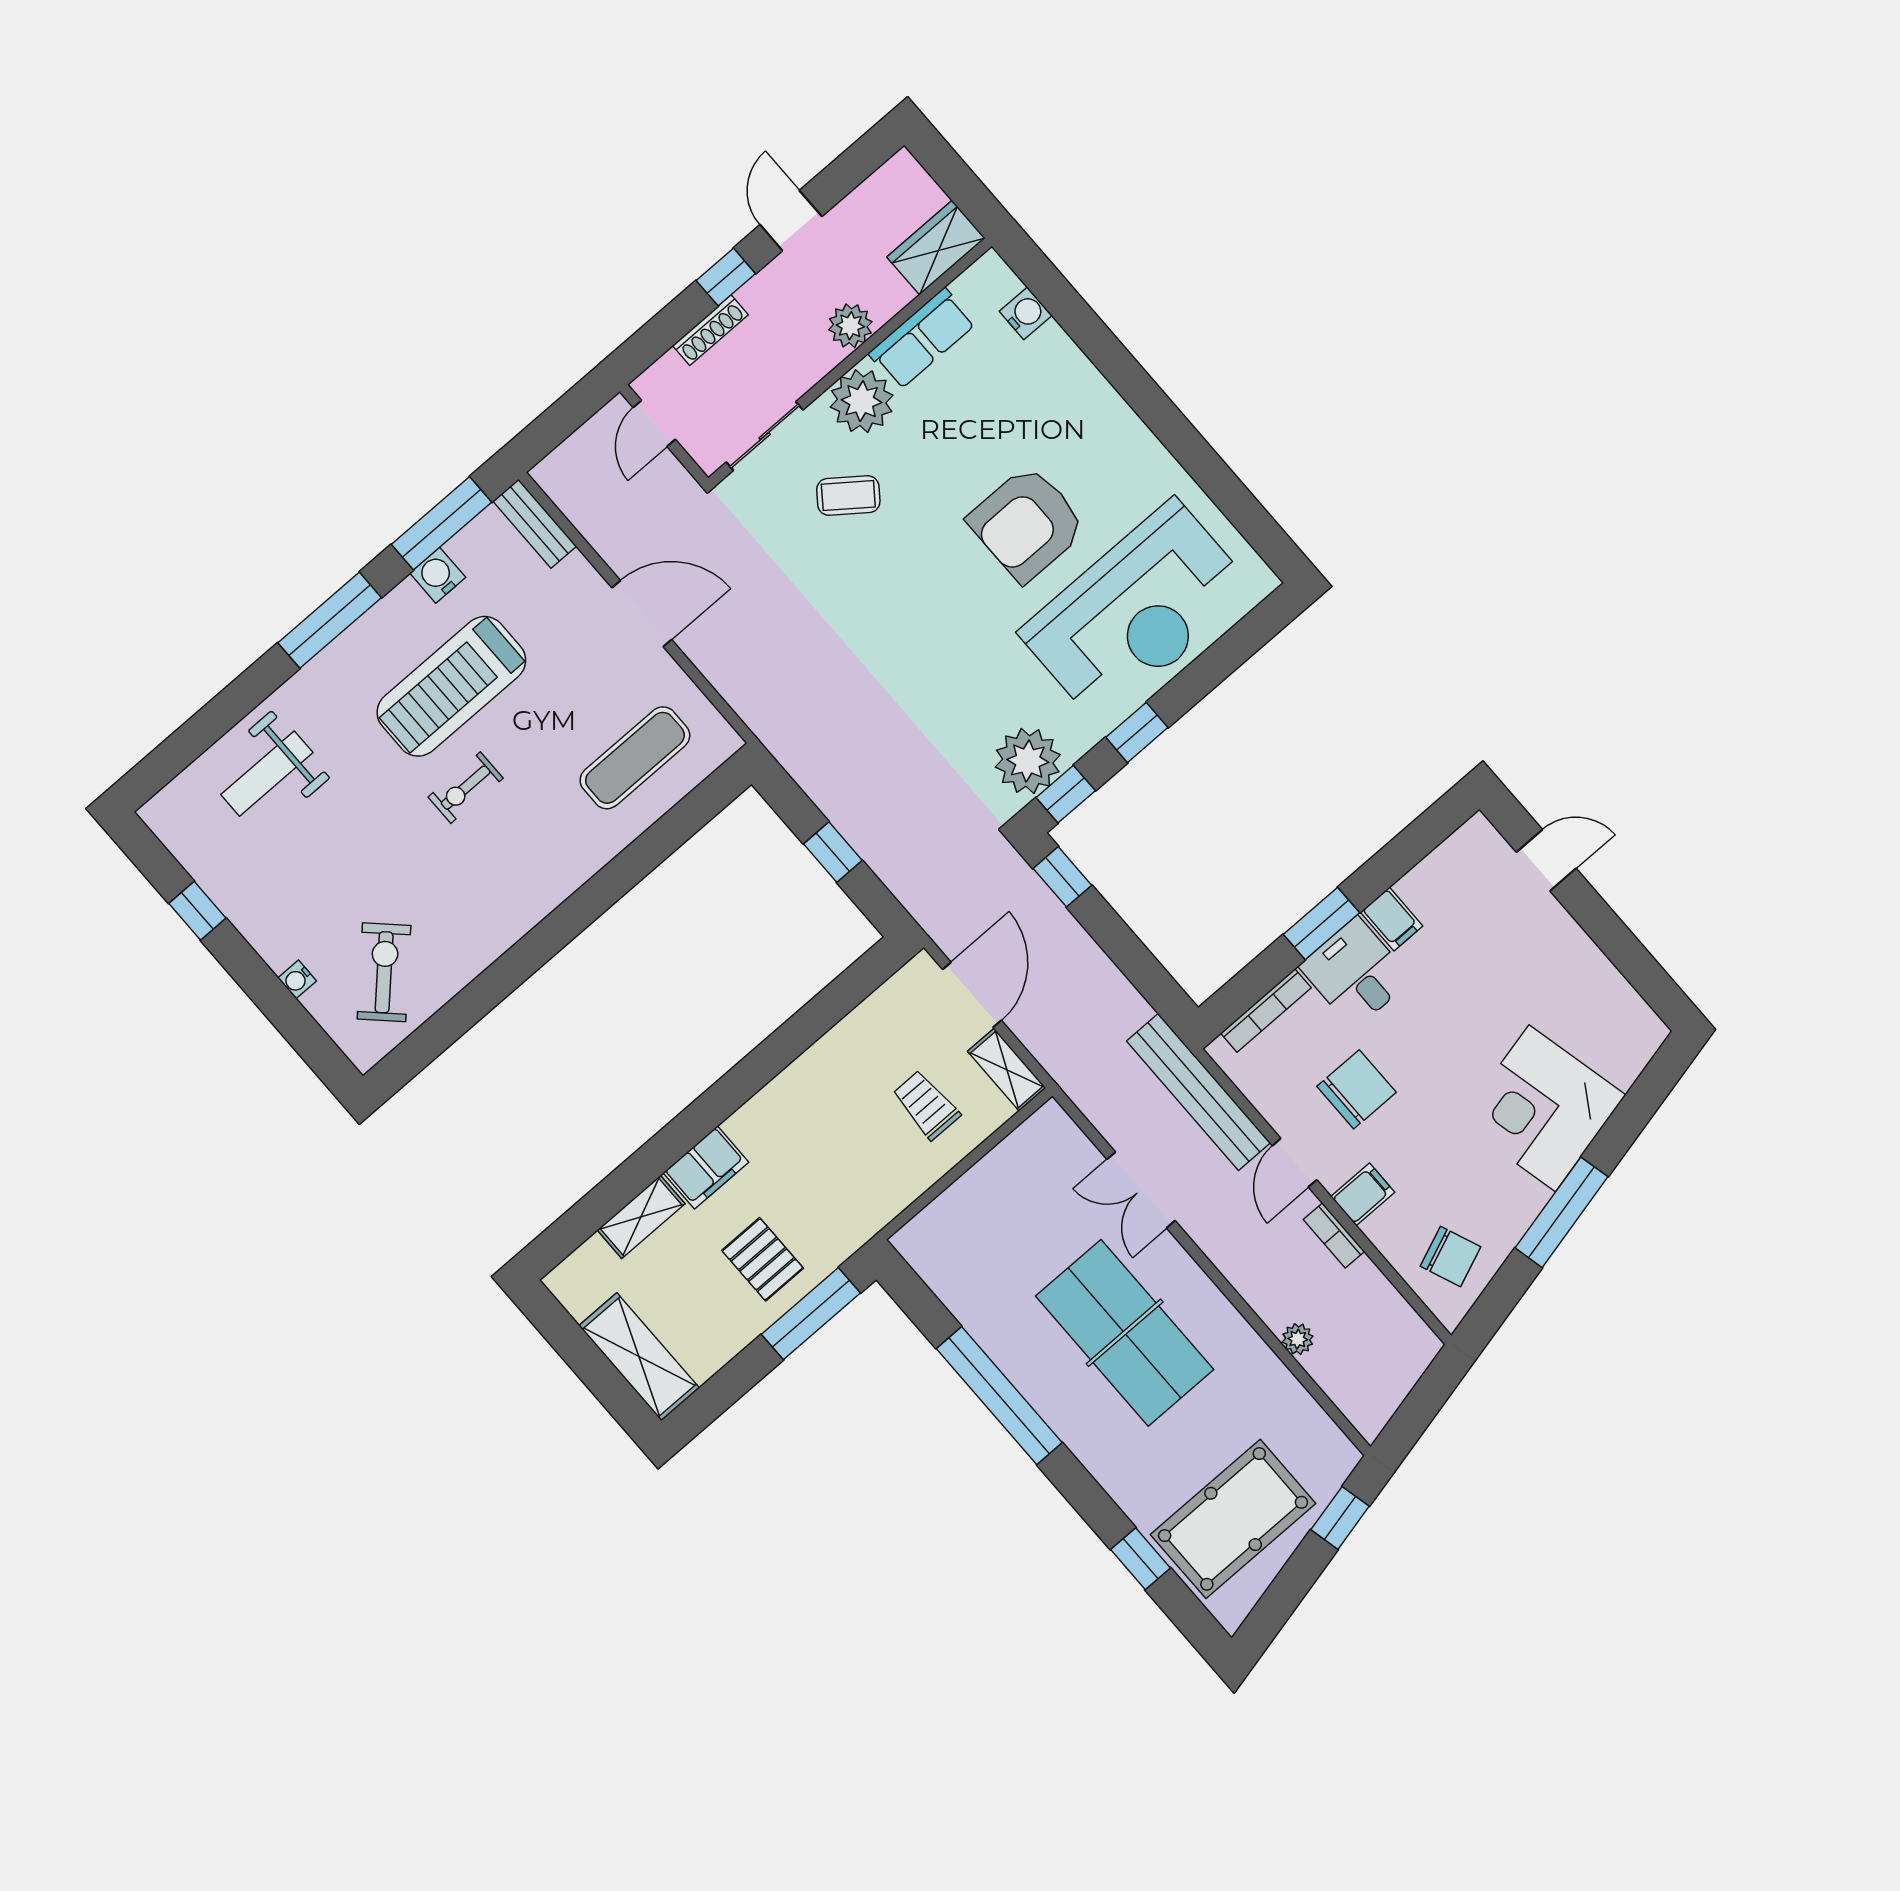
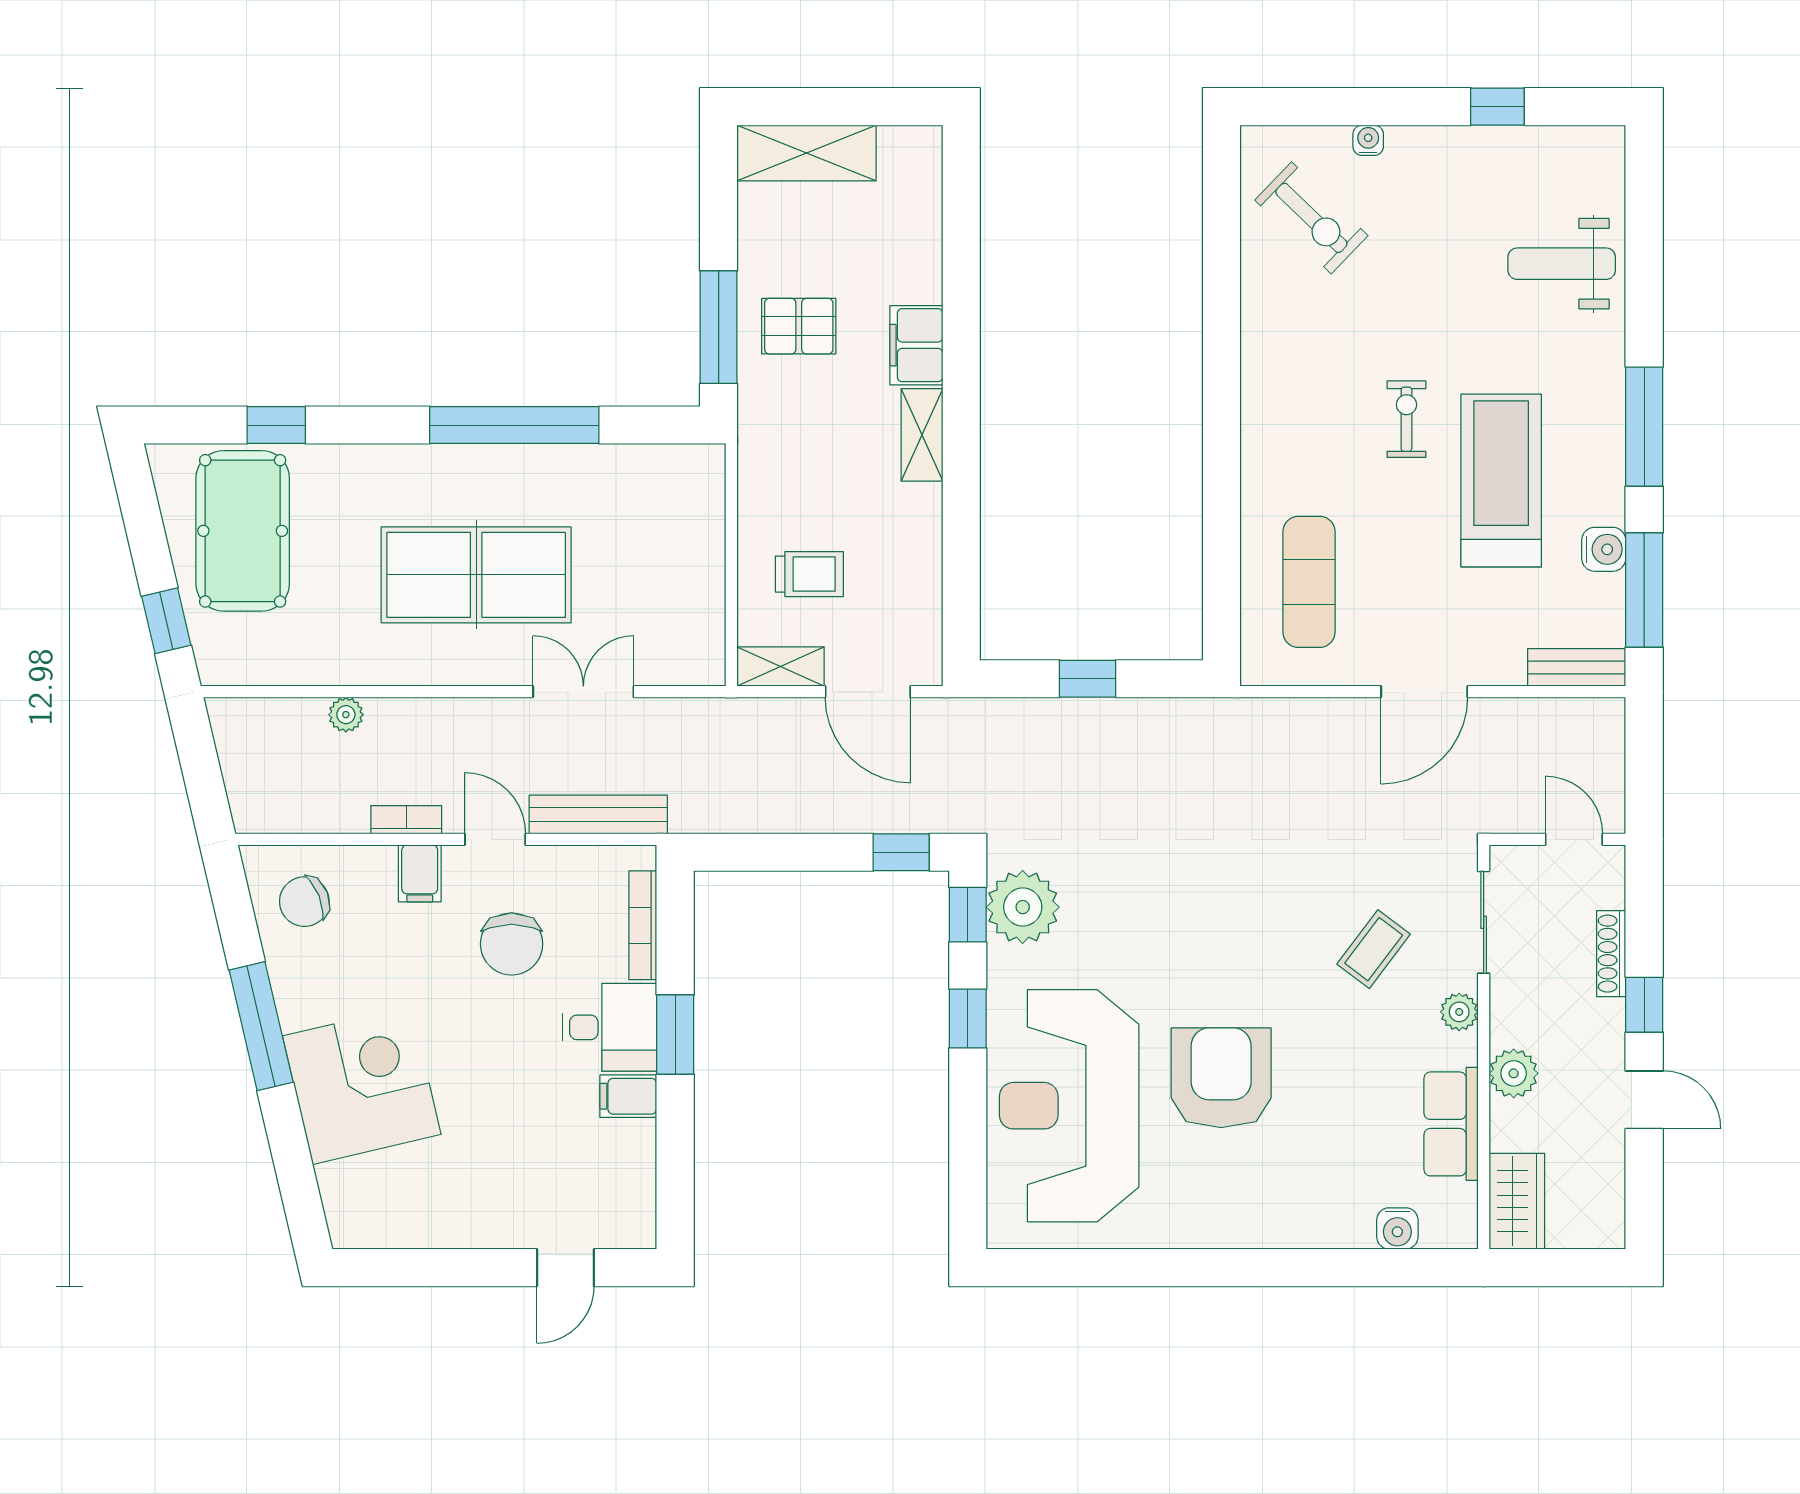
plant: (862, 401) -> (1459, 1012), width x0.53, depth x0.53
weight bench: (267, 774) -> (1562, 264), turned -90
bench: (1198, 1092) -> (598, 814), width x0.73, depth x0.82
shelving: (641, 1217) -> (922, 435), moved

